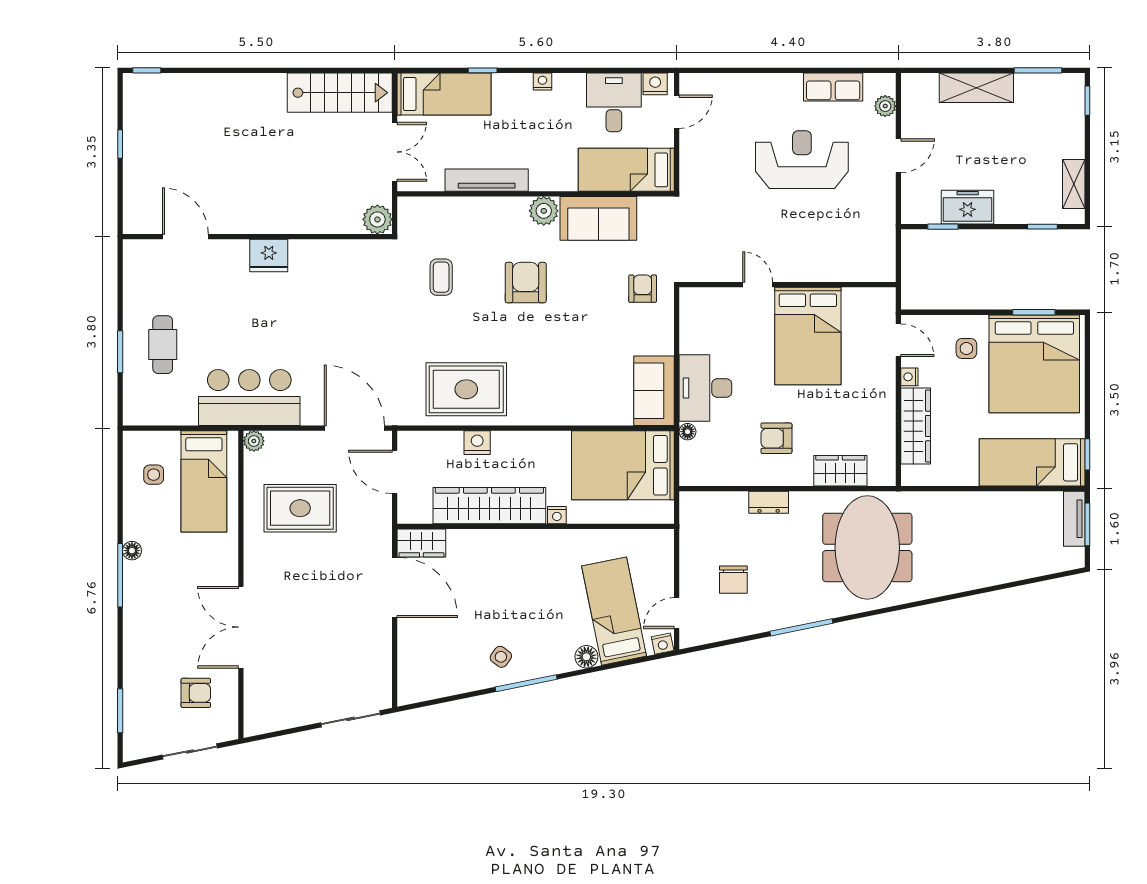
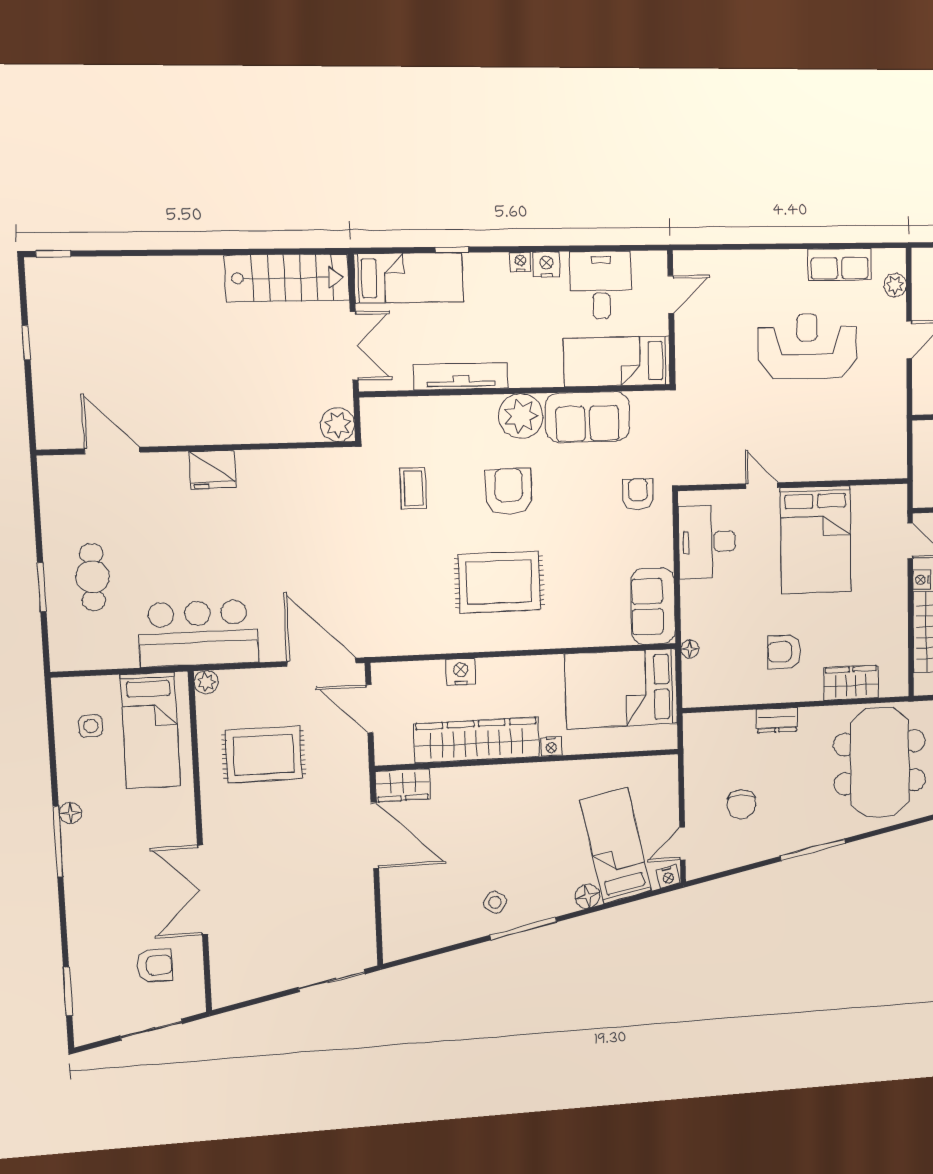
nightstand: (655, 84) -> (546, 264), moved
plant: (544, 211) -> (521, 416), width x1.36, depth x1.36
desk: (705, 388) -> (707, 542), moved
rug: (466, 389) -> (499, 582), moved

